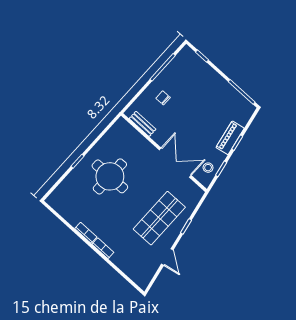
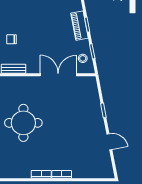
shop shelf: (159, 218) -> (81, 121), removed

